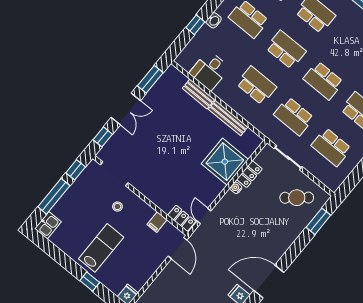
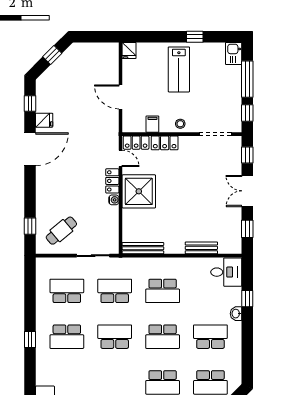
desk: (210, 71) -> (226, 272), moved, turned 90
window: (150, 79) -> (247, 229), width x0.67
bench: (228, 118) -> (143, 248), moved
shower: (225, 162) -> (139, 191), moved
locker: (249, 174) -> (112, 181), moved
locker: (160, 200) -> (165, 143), added
stool: (117, 207) -> (180, 124), moved
window: (318, 221) -> (30, 226), width x0.67
door: (178, 248) -> (120, 97), moved
window: (90, 281) -> (195, 37), moved

